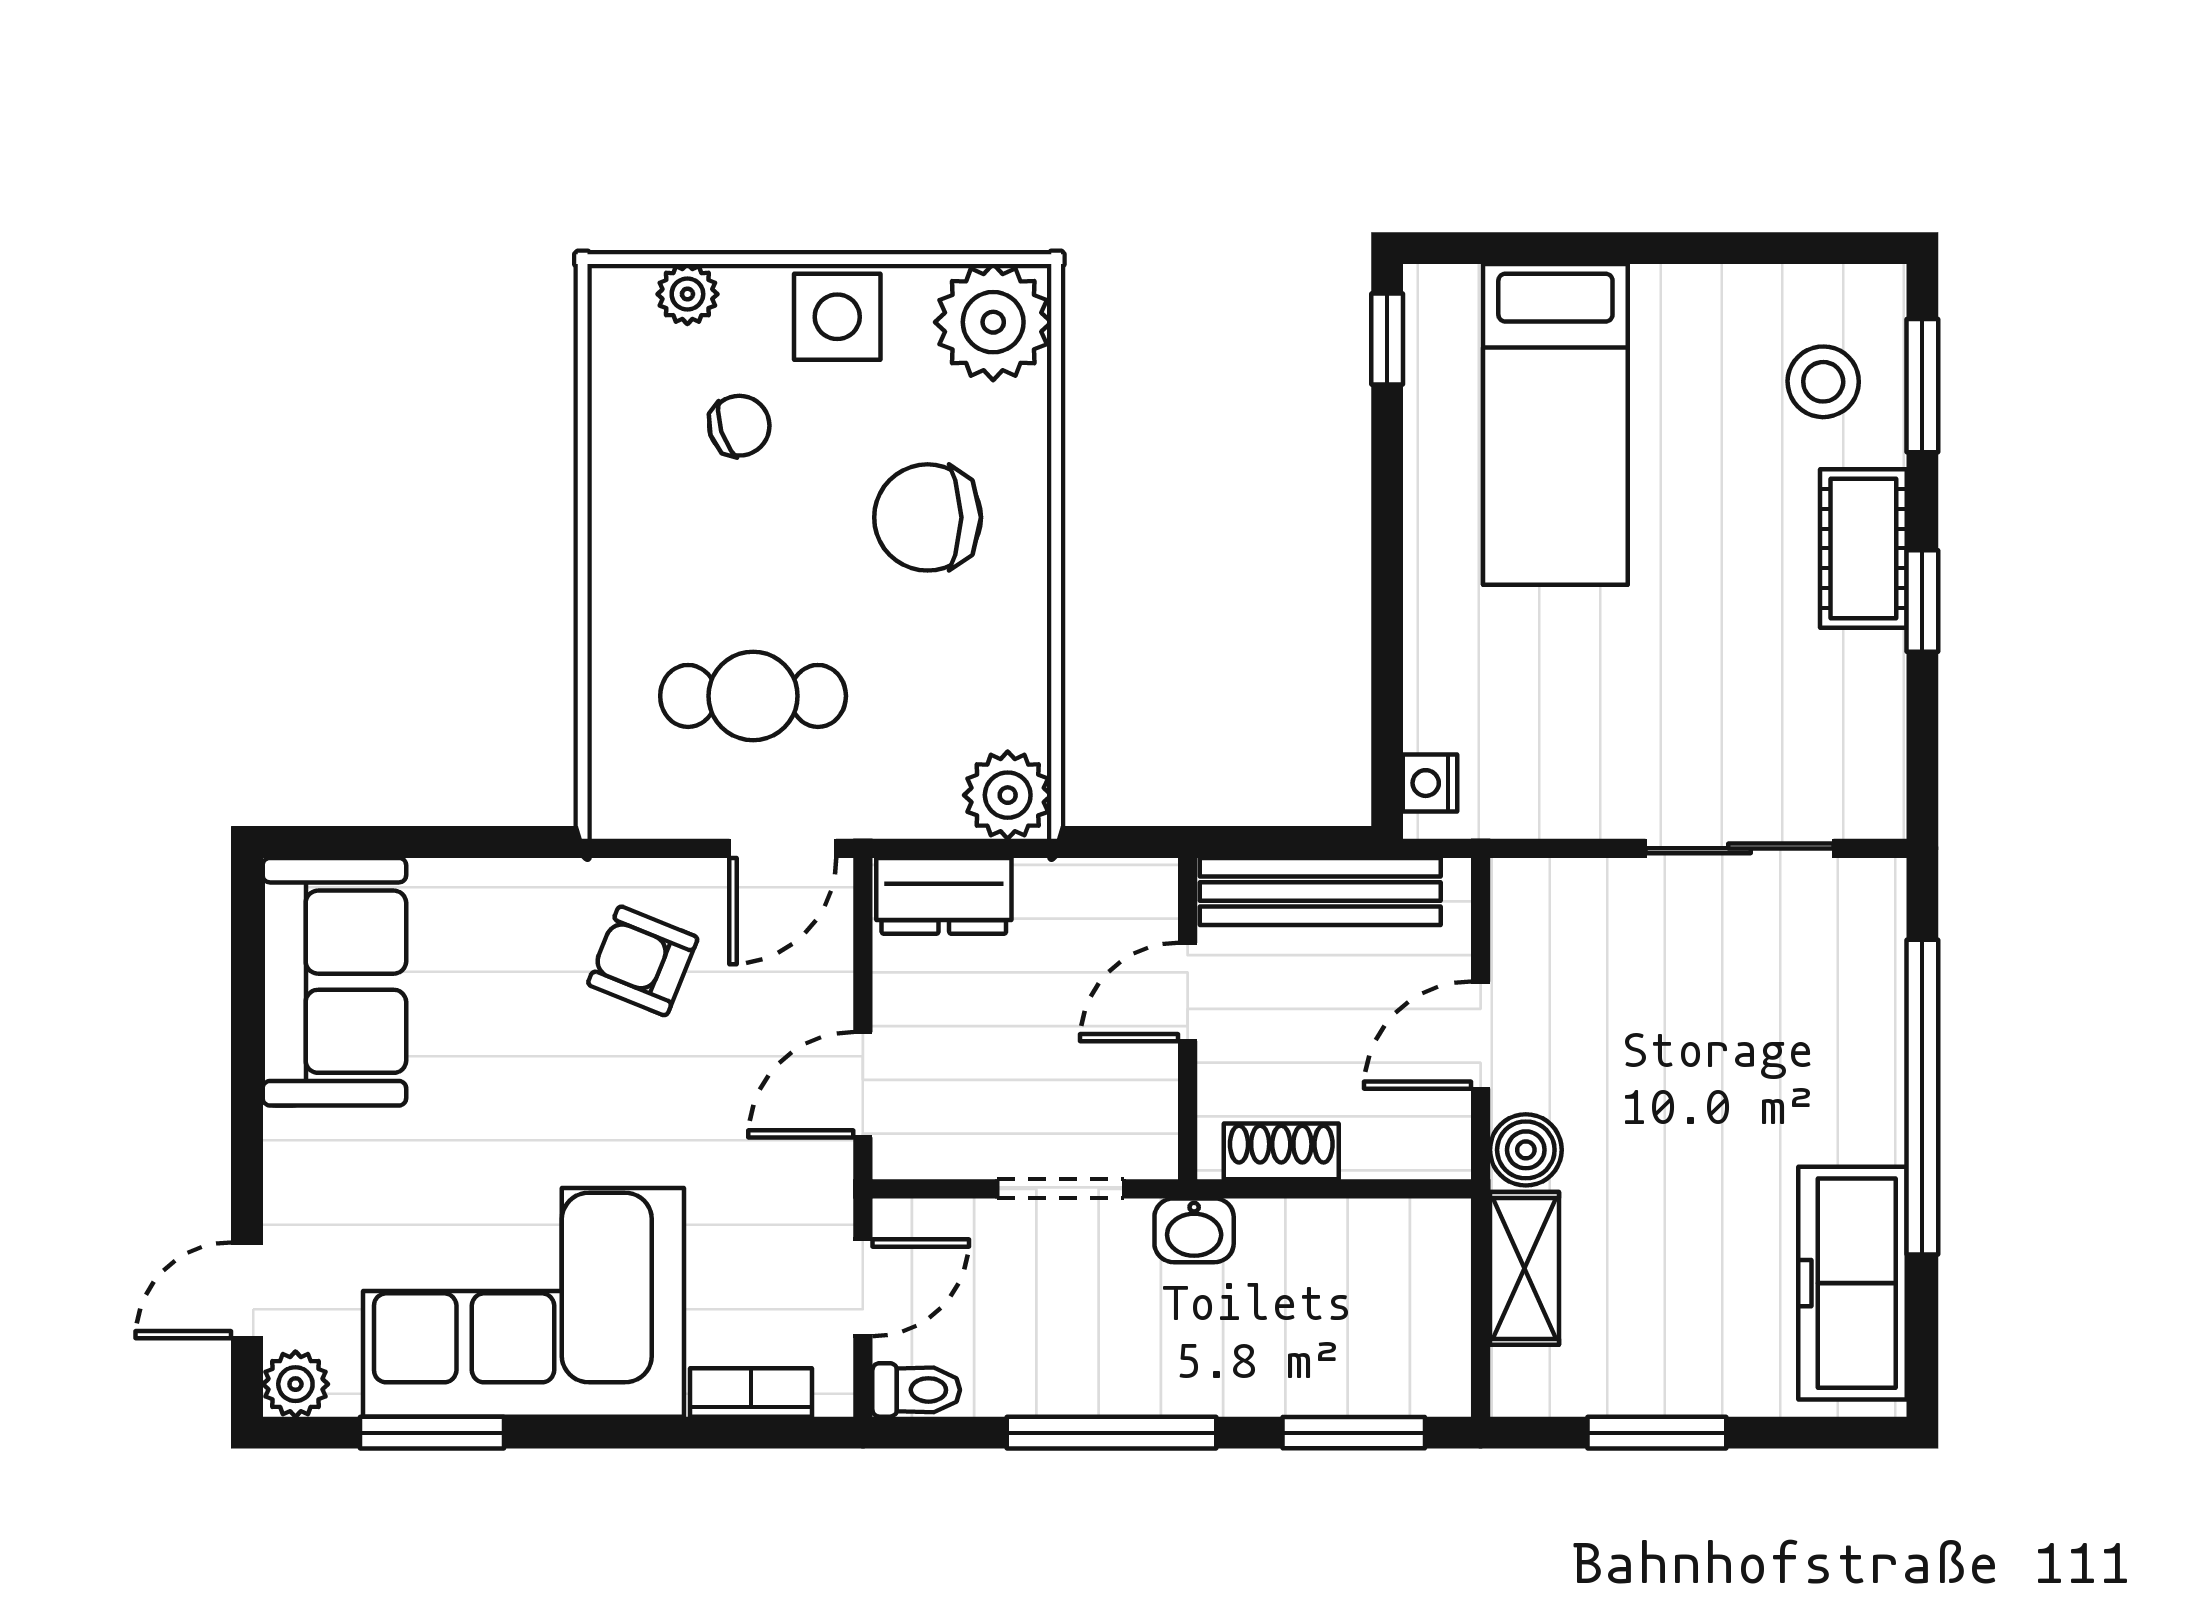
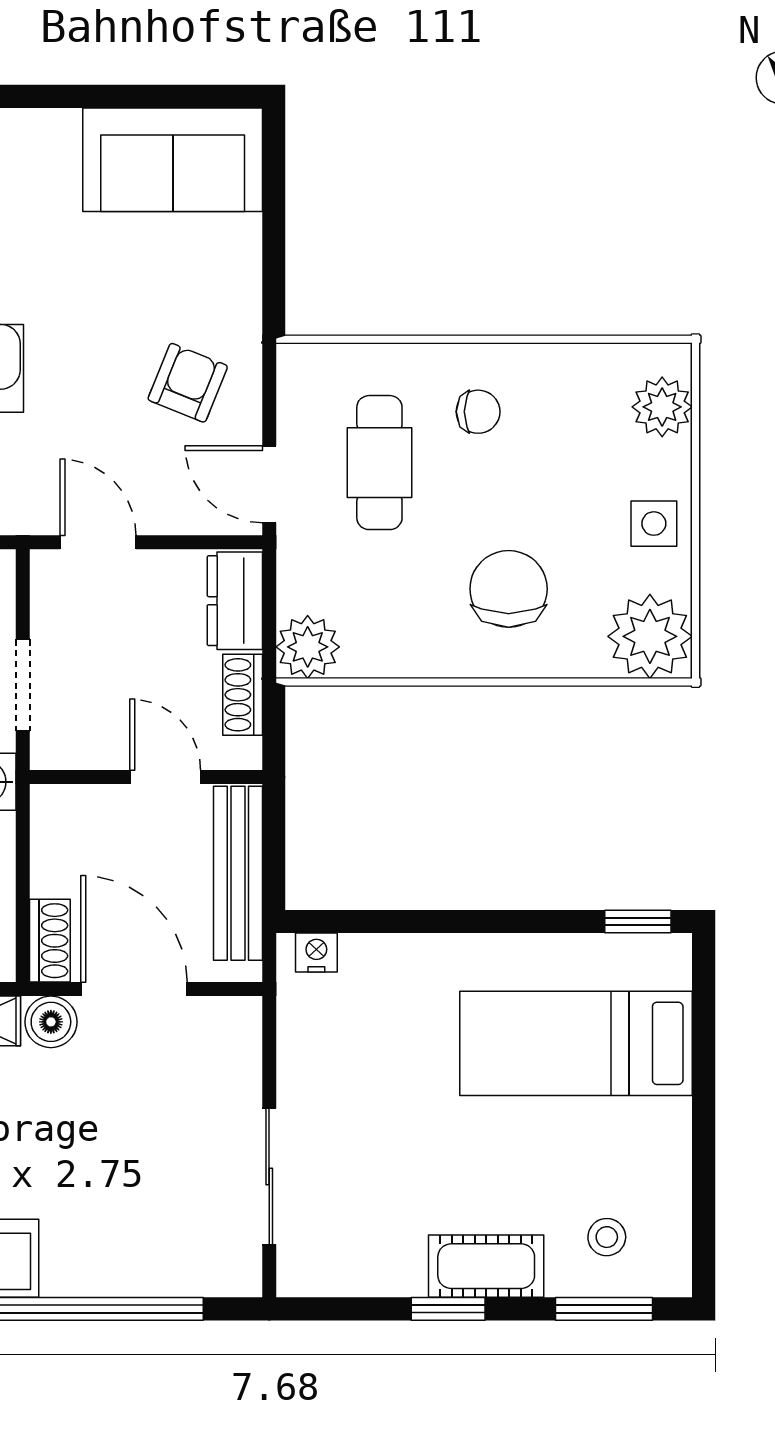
plant: (687, 294) -> (662, 407), width x1.38, depth x1.38
side table: (837, 317) -> (654, 524), width x0.73, depth x0.73
stool: (1823, 382) -> (607, 1237), width x0.73, depth x0.73
chair: (739, 426) -> (478, 412), moved, turned -72
shoe rack: (1074, 885) -> (243, 695), added
door: (1481, 1035) -> (134, 989), width x1.38
shoe rack: (1281, 1151) -> (50, 941), moved

